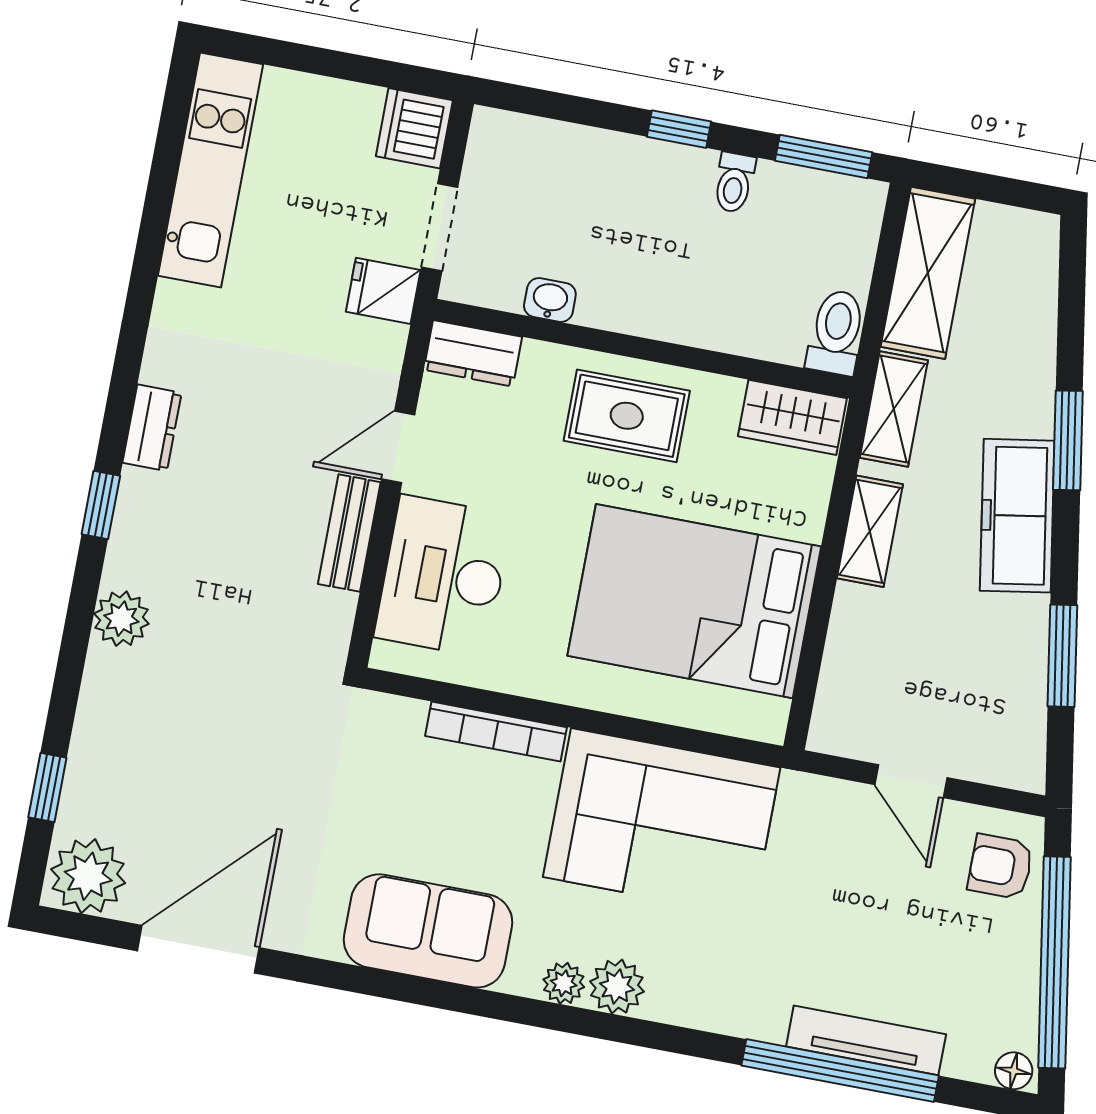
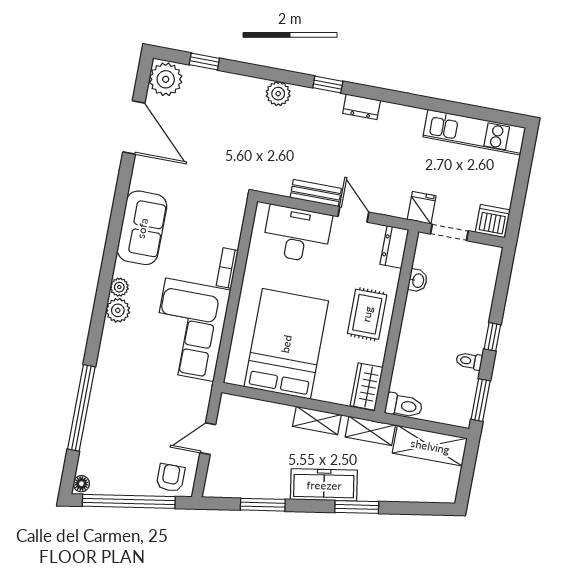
bookcase: (496, 732) -> (227, 268), width x0.64
tv unit: (866, 1040) -> (95, 419), removed

